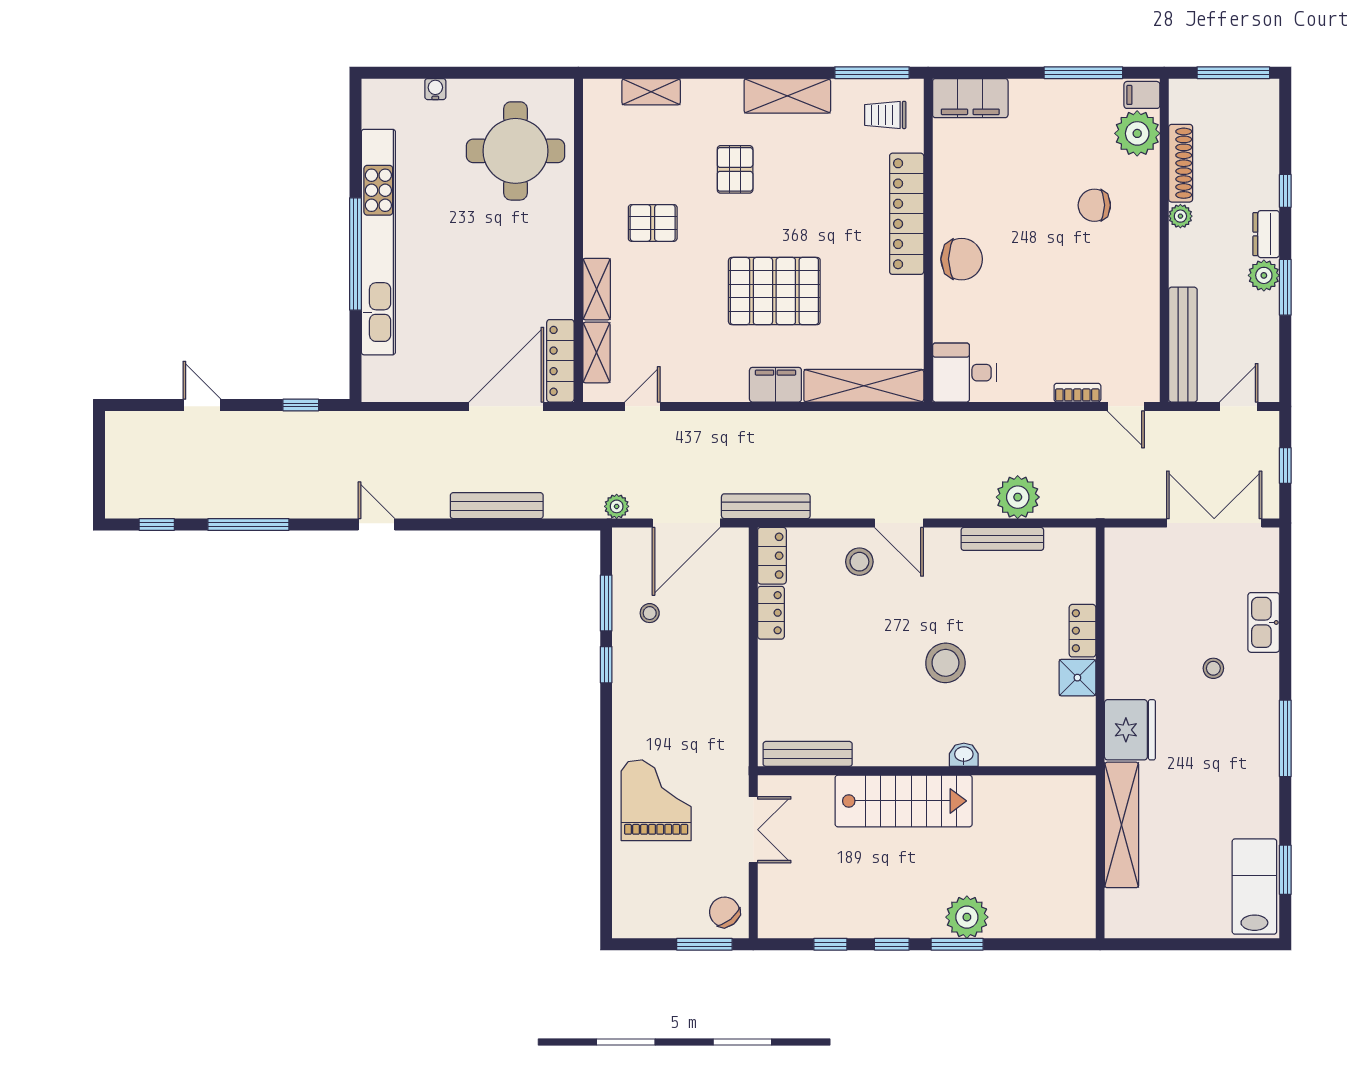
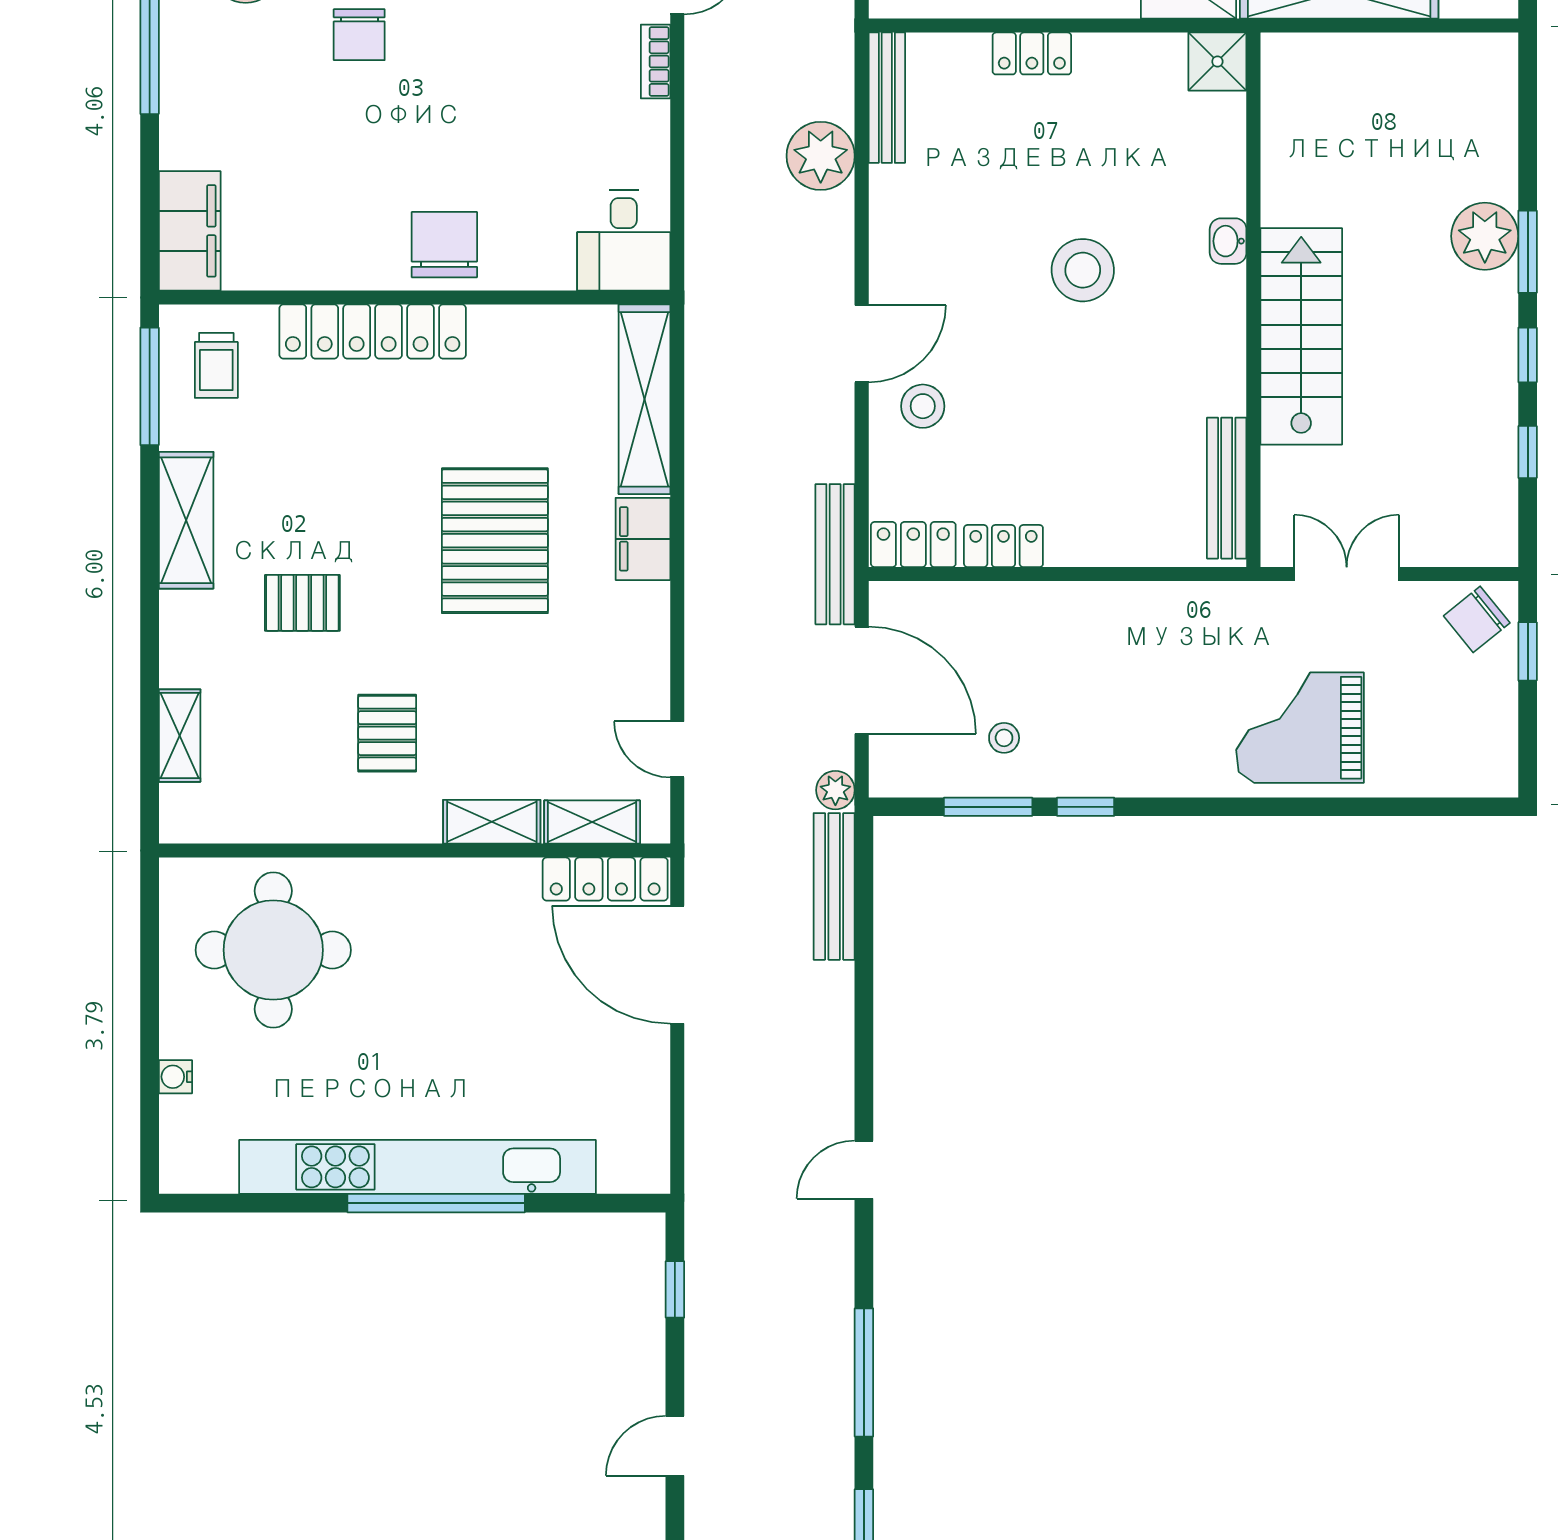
bench: (497, 506) -> (834, 886), moved
bench: (1002, 539) -> (887, 98), moved
shower: (1077, 678) -> (1217, 62), moved
window: (704, 944) -> (1528, 651), width x0.67

